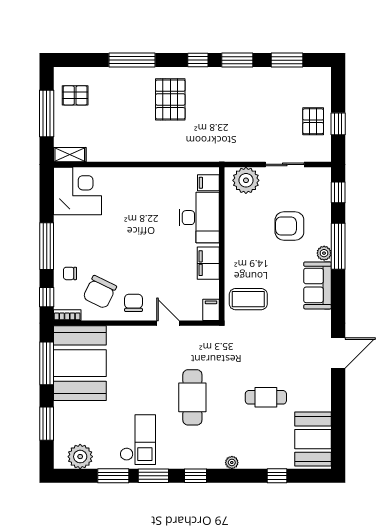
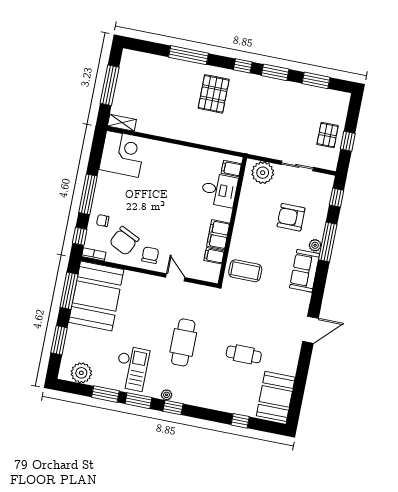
pallet: (75, 95) -> (136, 75), removed
desk: (199, 218) -> (219, 190), width x0.73
filing cabinet: (211, 310) -> (214, 256), moved, turned -90
plant: (232, 462) -> (167, 395), moved

